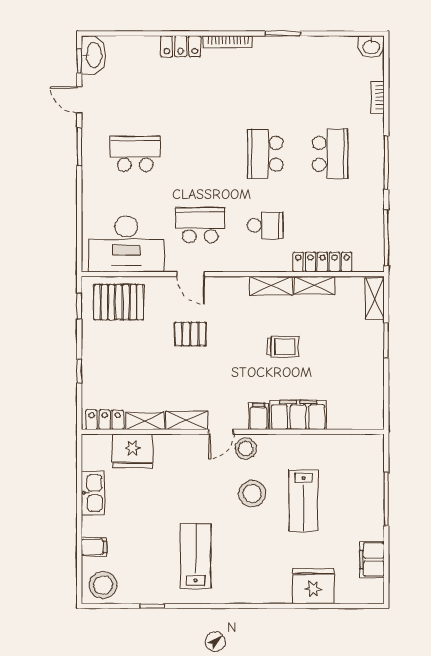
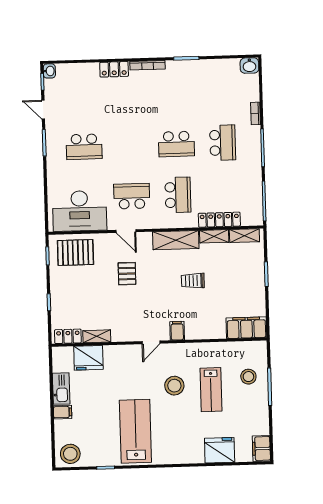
washbasin: (93, 55) -> (49, 71), width x0.52, depth x0.69
bookcase: (378, 97) -> (255, 113), moved
school desk: (135, 154) -> (84, 147), turned 180
school desk: (265, 154) -> (176, 144), turned -90
school desk: (265, 225) -> (178, 195), width x1.85
shelving: (271, 286) -> (176, 240), width x1.50, depth x1.33
shelving: (375, 298) -> (244, 236), moved, turned 90
pallet: (190, 334) -> (127, 274), turned 90
trolley: (283, 347) -> (193, 281), turned 180
filing cabinet: (298, 415) -> (246, 328), moved
shelving: (187, 420) -> (126, 335), removed
stool: (246, 449) -> (248, 377), moved
filing cabinet: (94, 547) -> (63, 412), moved
lab bench: (196, 556) -> (135, 431), width x1.36, depth x1.39
filing cabinet: (372, 560) -> (261, 449), moved

